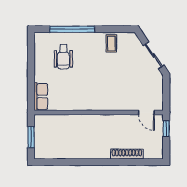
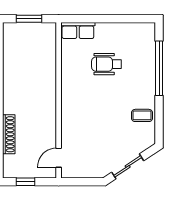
wheelchair: (63, 57) -> (107, 64), moved
window: (166, 129) -> (26, 182), moved

